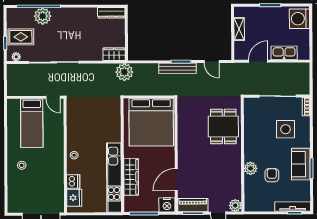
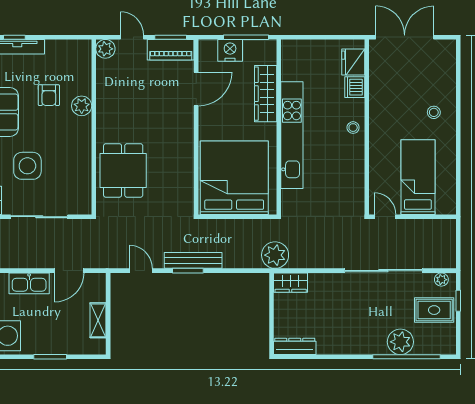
kitchen unit: (114, 178) -> (292, 135), moved
nightstand: (167, 205) -> (230, 50), moved

